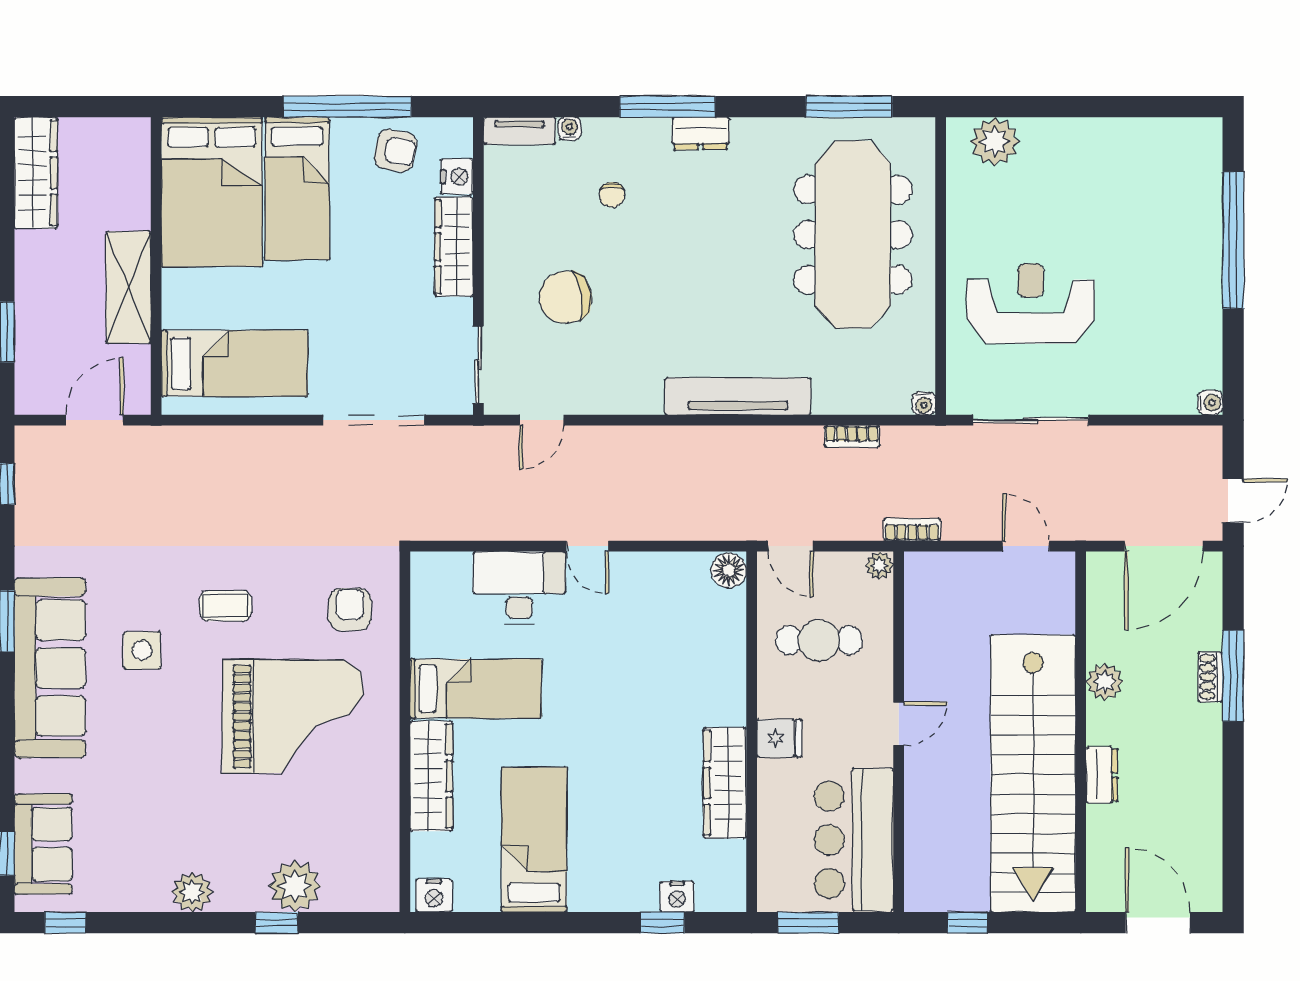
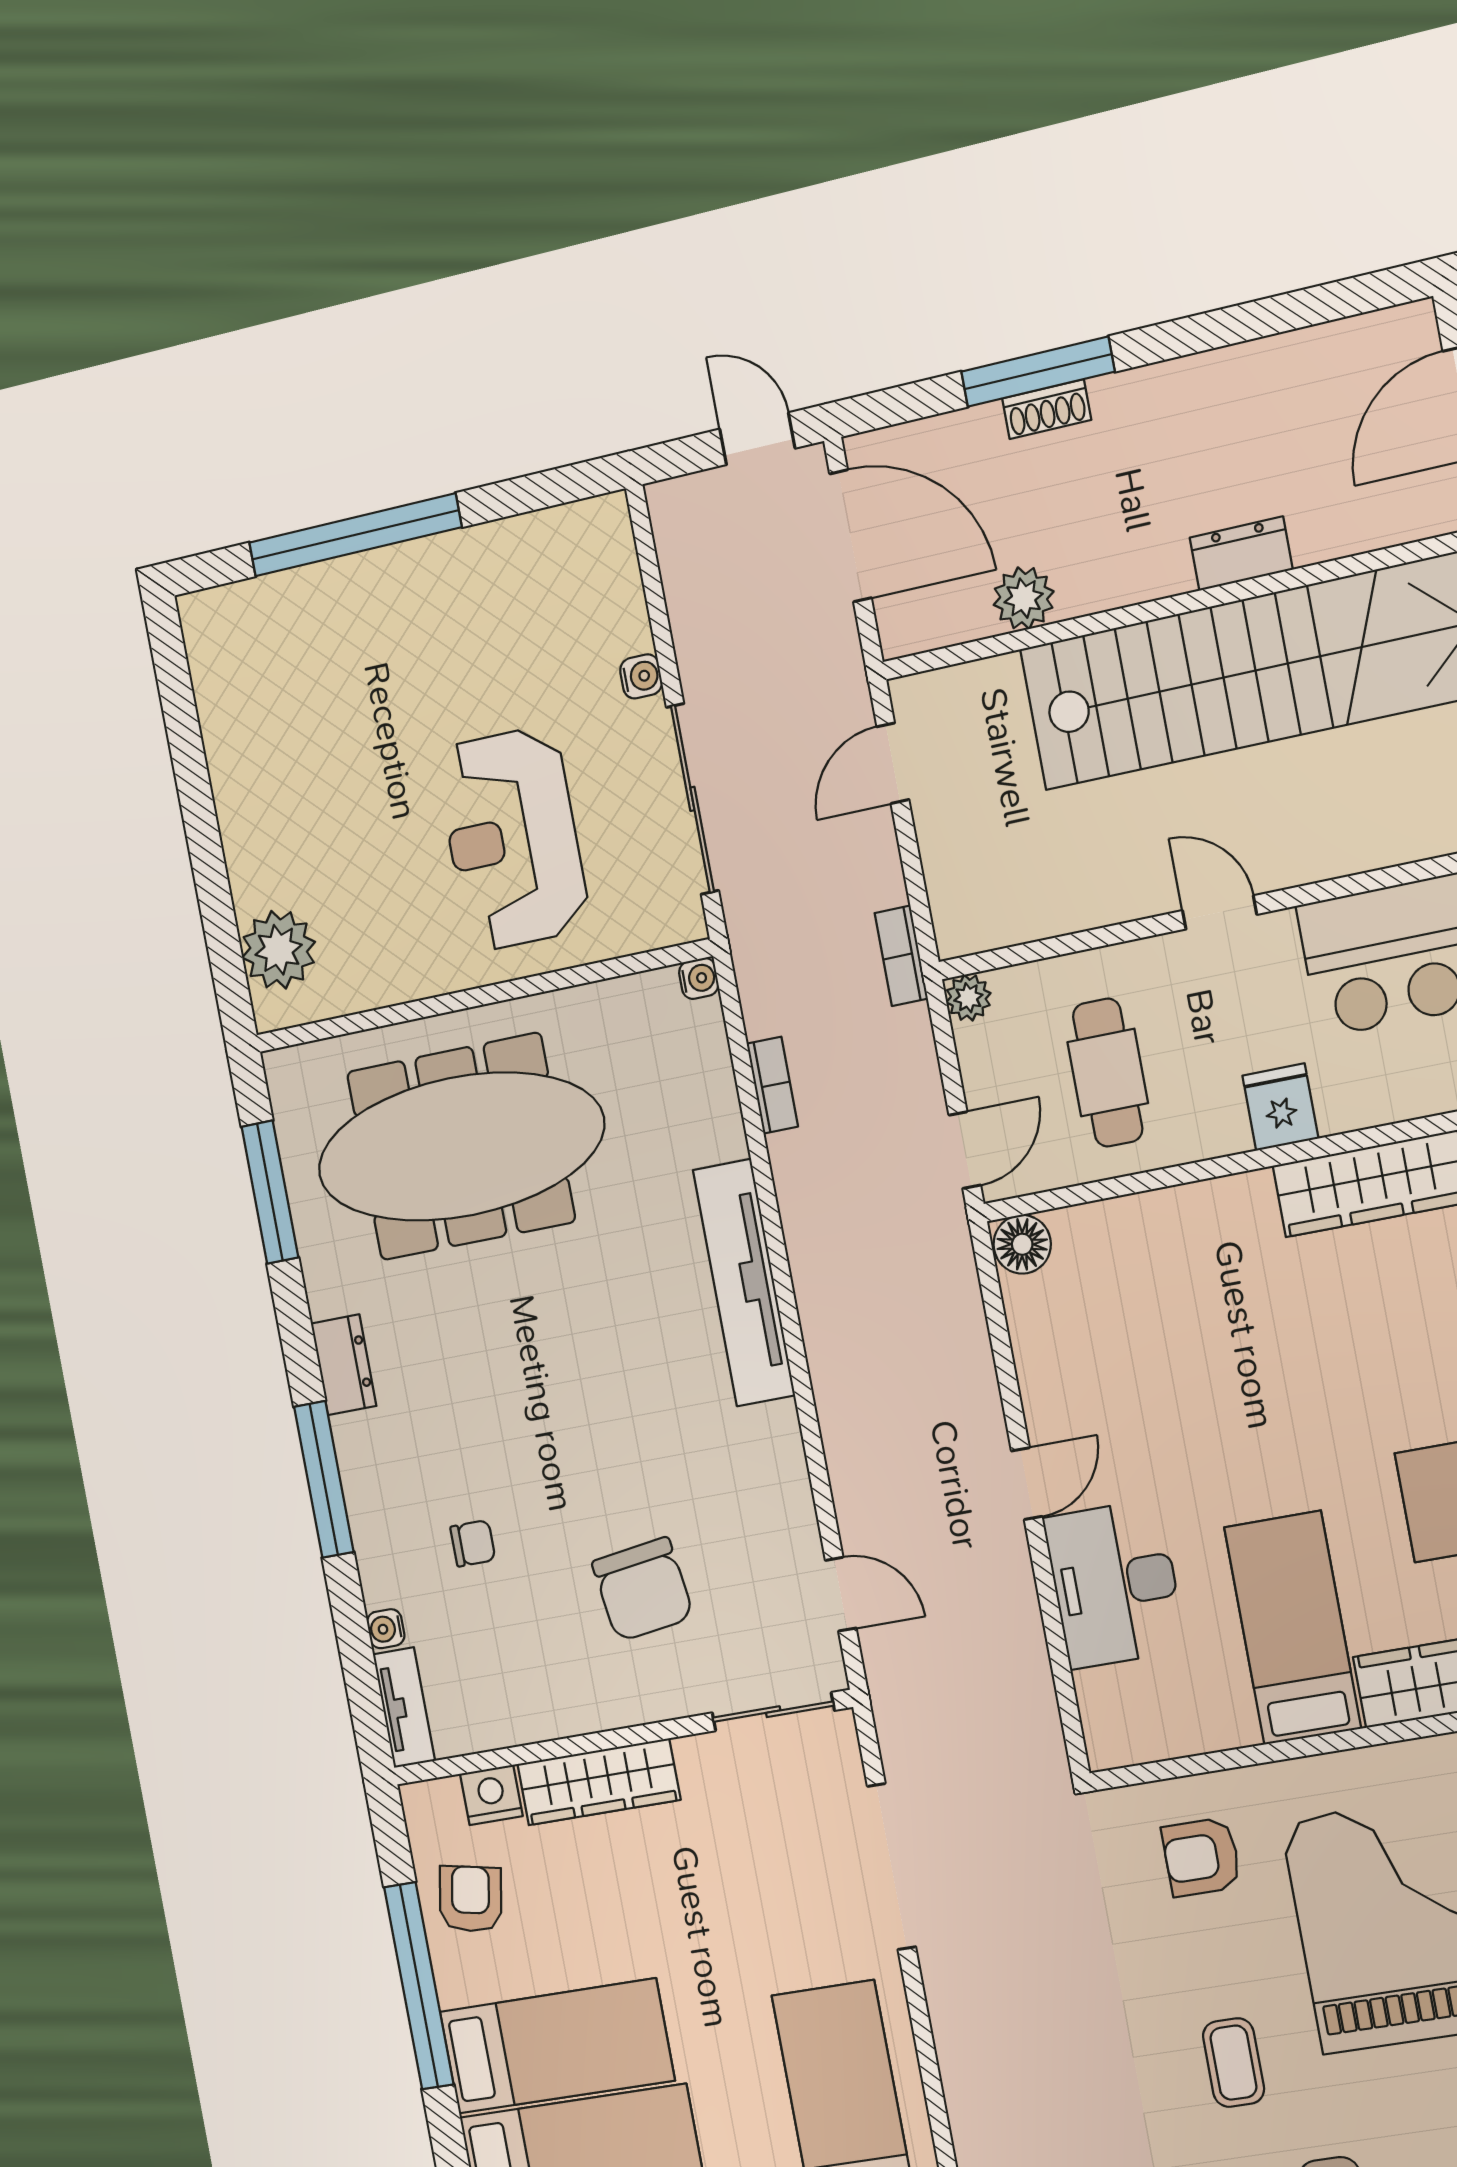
dresser: (701, 133) -> (344, 1365), moved
water cooler: (1210, 403) -> (641, 676), moved, turned 90
plant: (1105, 682) -> (1024, 598), moved

